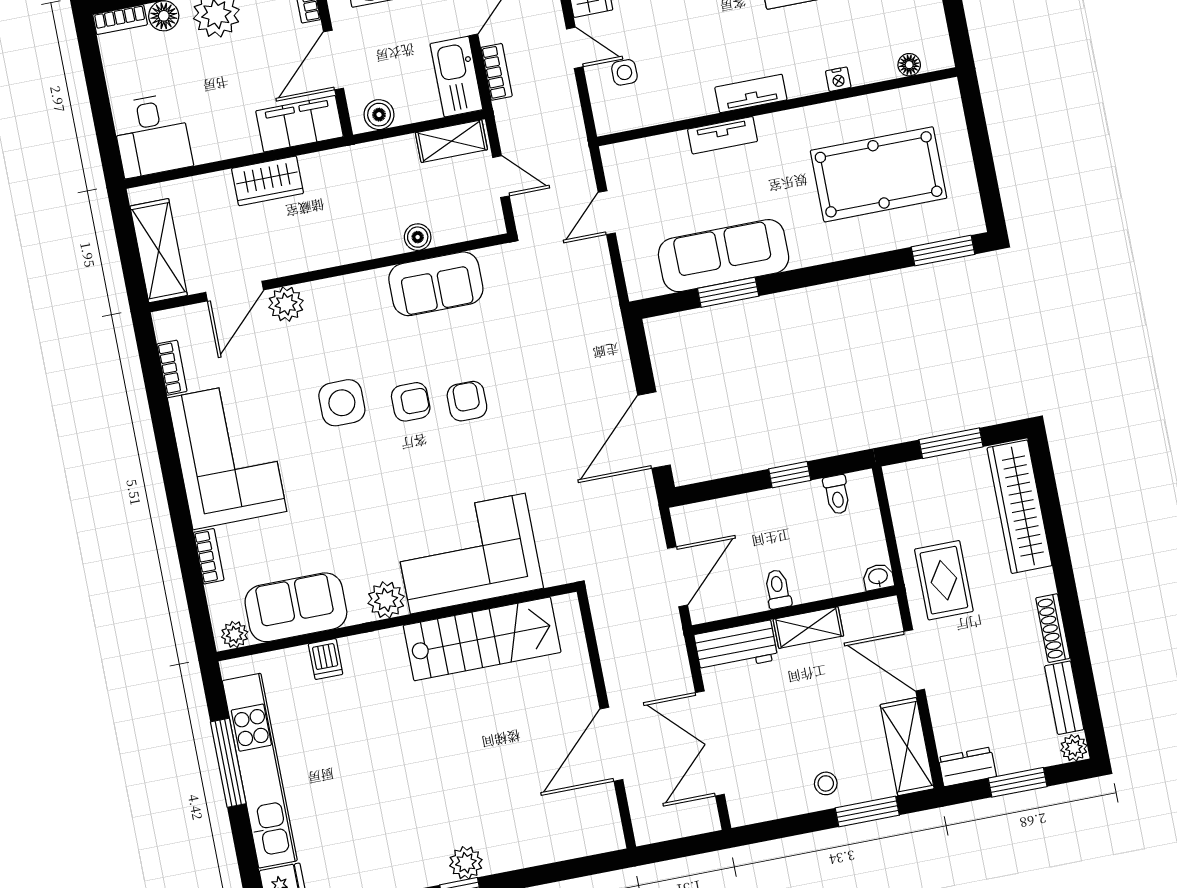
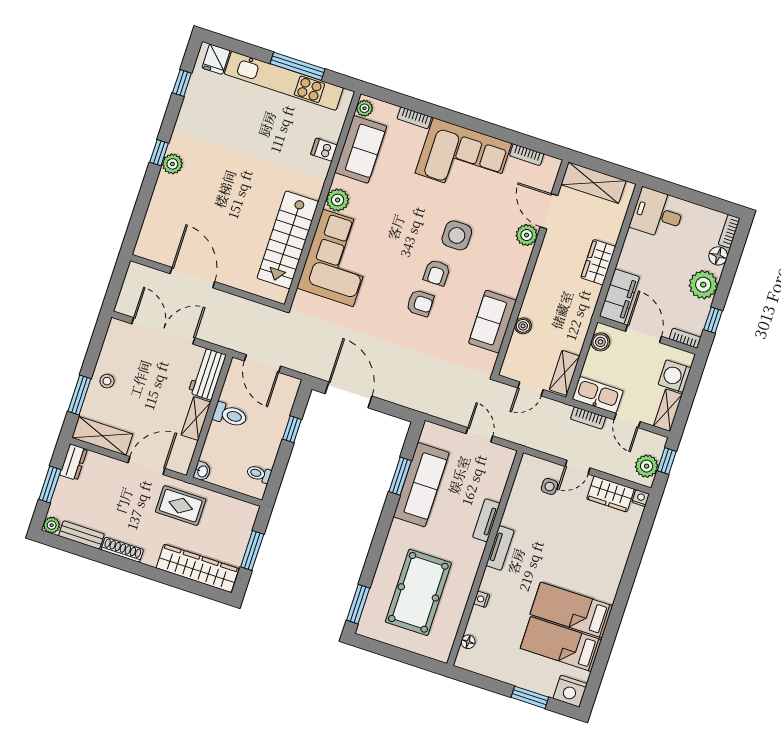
window: (790, 475) -> (292, 429), moved
toilet: (778, 589) -> (230, 415), width x1.37, depth x1.39

